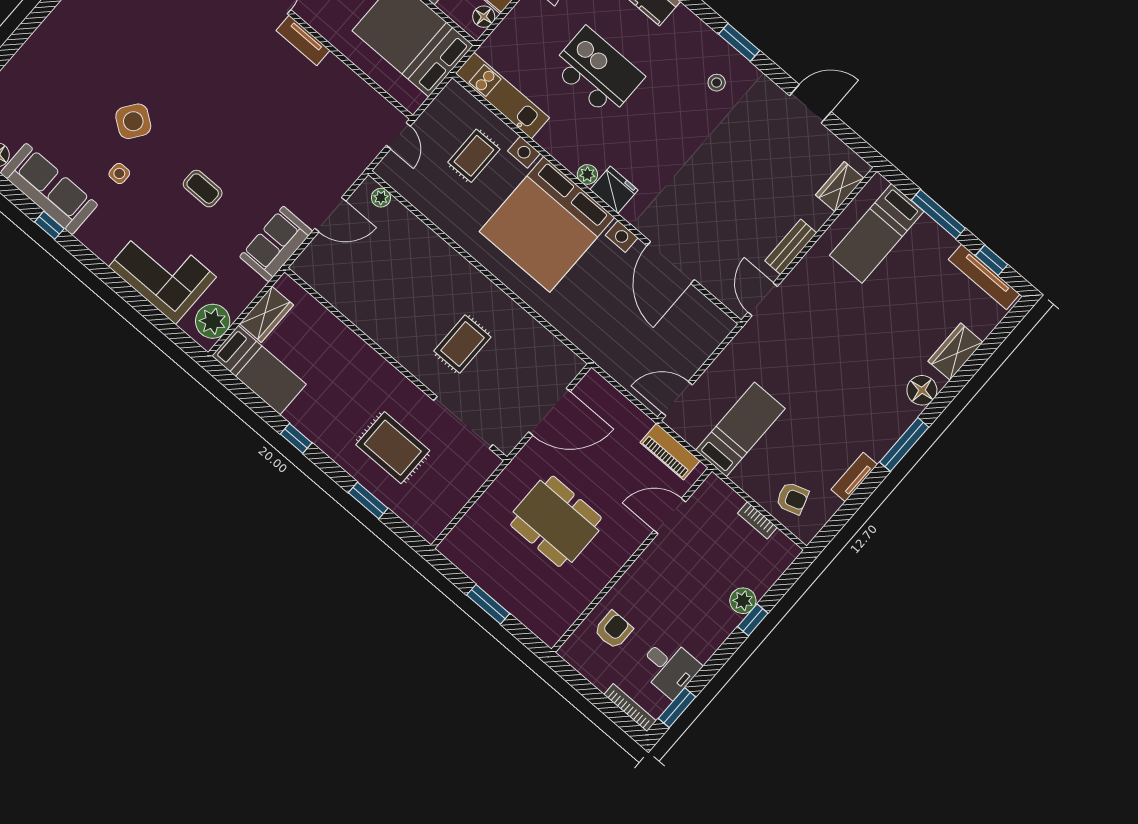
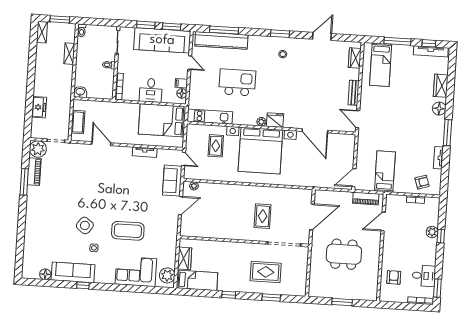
tv unit: (303, 40) -> (145, 152), moved
coffee table: (203, 189) -> (128, 231), width x1.86, depth x1.72
sofa: (276, 244) -> (172, 181), moved

